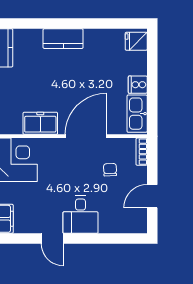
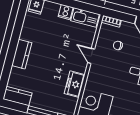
door: (86, 136) -> (91, 56), width x0.53

